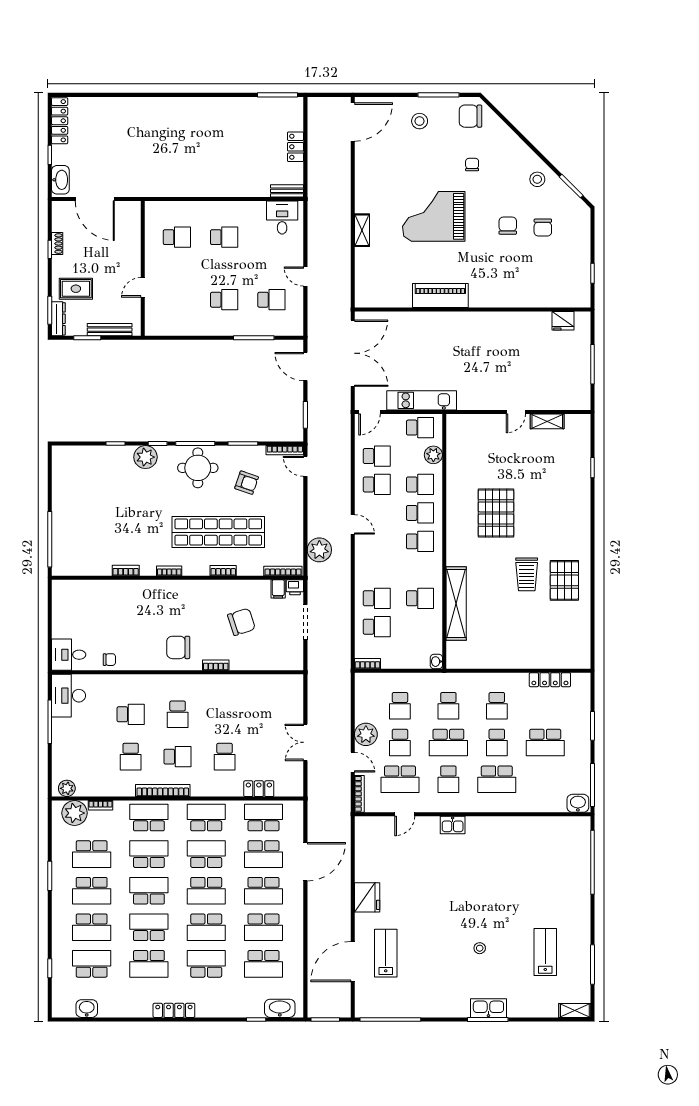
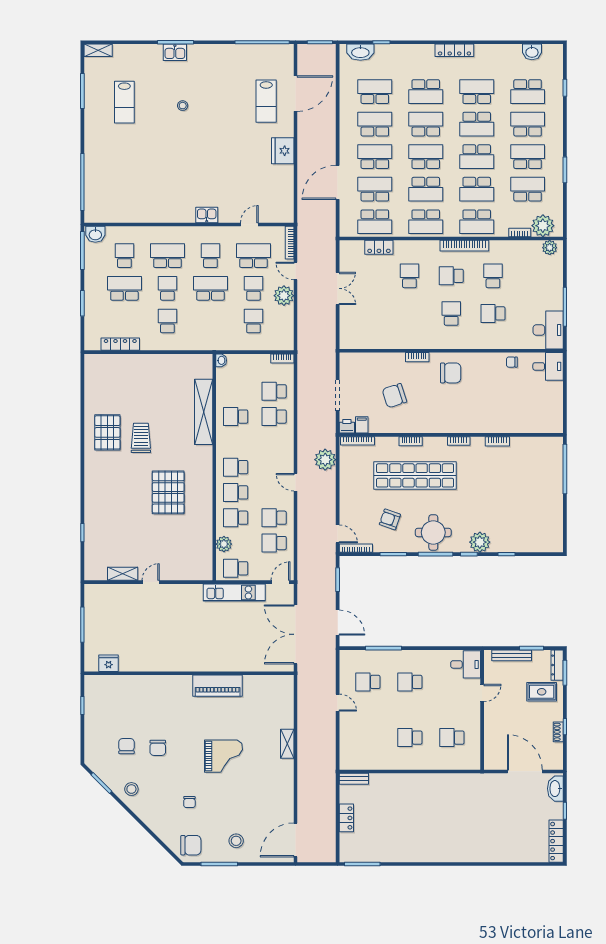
grand piano: (434, 216) -> (224, 756), width x0.73, depth x0.68
desk: (282, 218) -> (466, 664), moved, turned -90
school desk: (448, 706) -> (124, 256), moved
kitchen sink: (488, 1008) -> (175, 52), width x0.73

